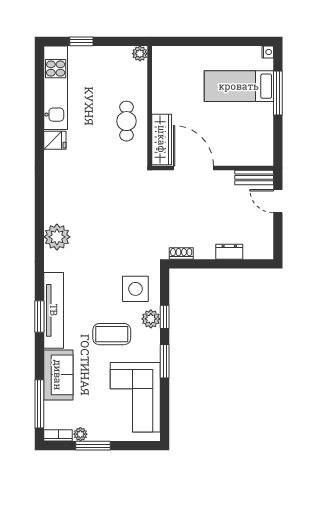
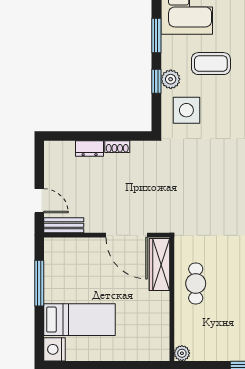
nightstand: (268, 52) -> (55, 349), width x1.89, depth x1.79
window: (278, 93) -> (39, 283), moved
shoe rack: (181, 254) -> (117, 147), moved

